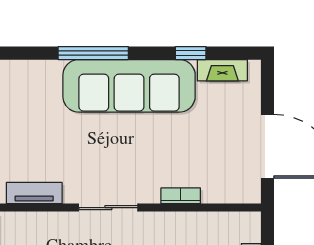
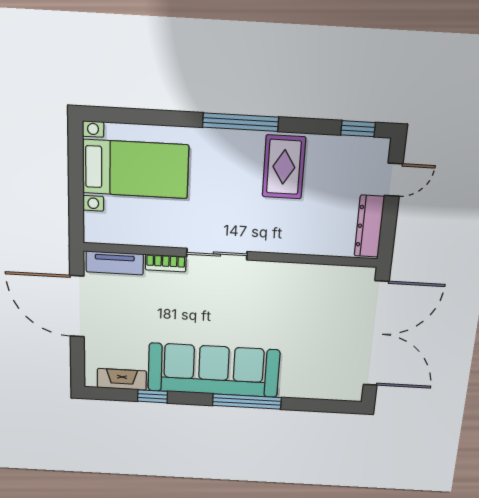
tv unit: (34, 193) -> (115, 263), moved
sliding door: (108, 208) -> (217, 254), moved

